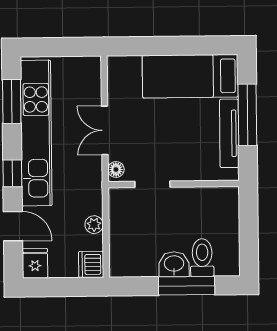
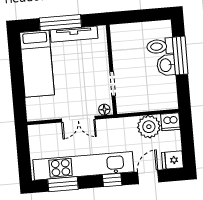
plant: (94, 225) -> (149, 127), width x1.88, depth x1.88

